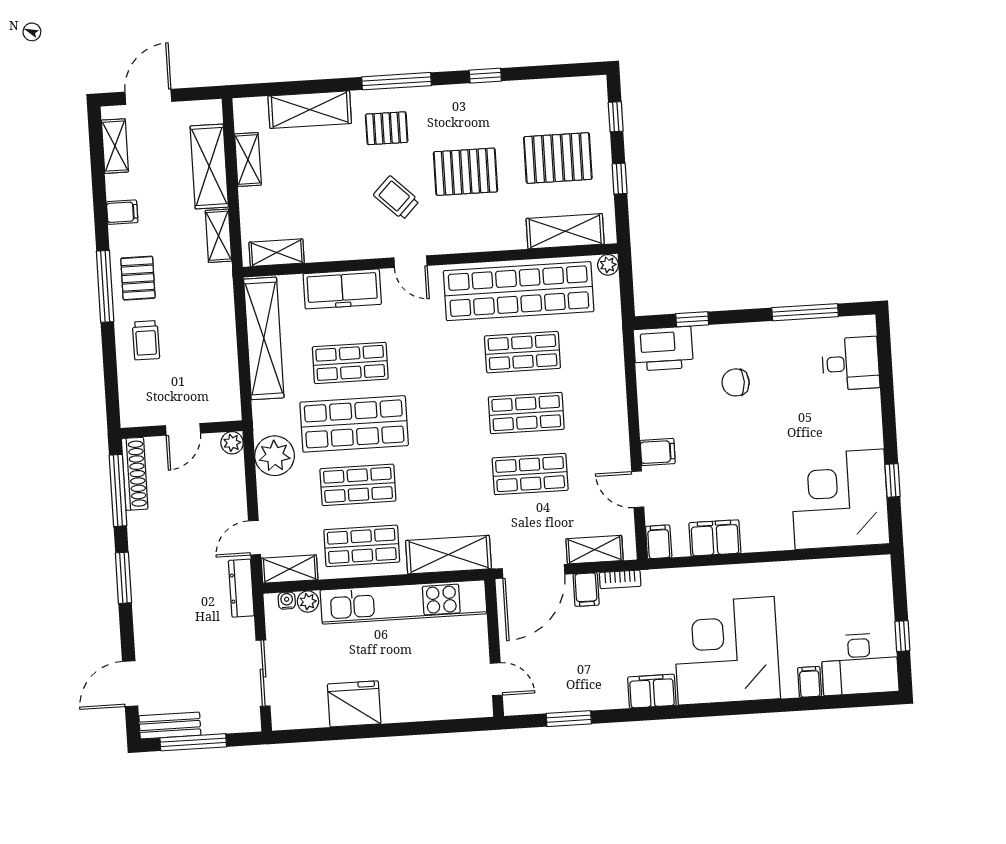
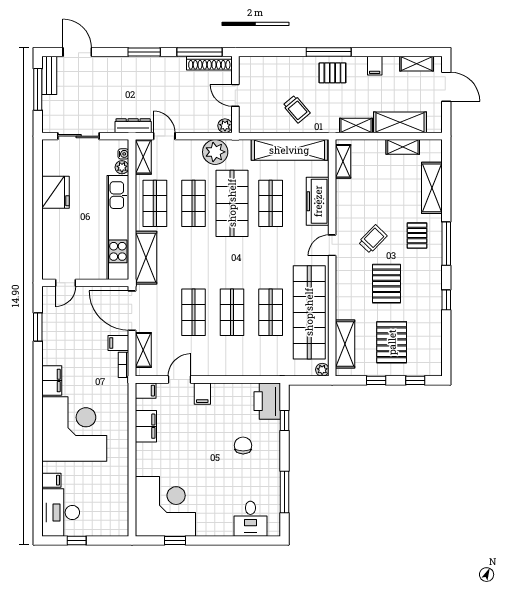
trolley: (146, 340) -> (297, 109), moved, turned -130

